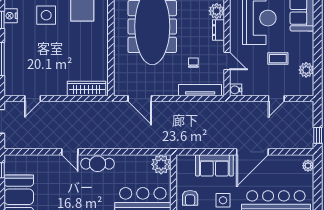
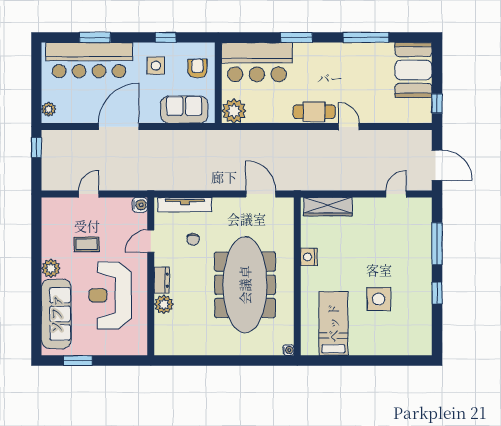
nightstand: (11, 16) -> (309, 257), moved, turned 180
door: (227, 61) -> (151, 241), hinge flipped
plant: (306, 70) -> (51, 268), moved
sofa: (214, 165) -> (184, 110), moved

